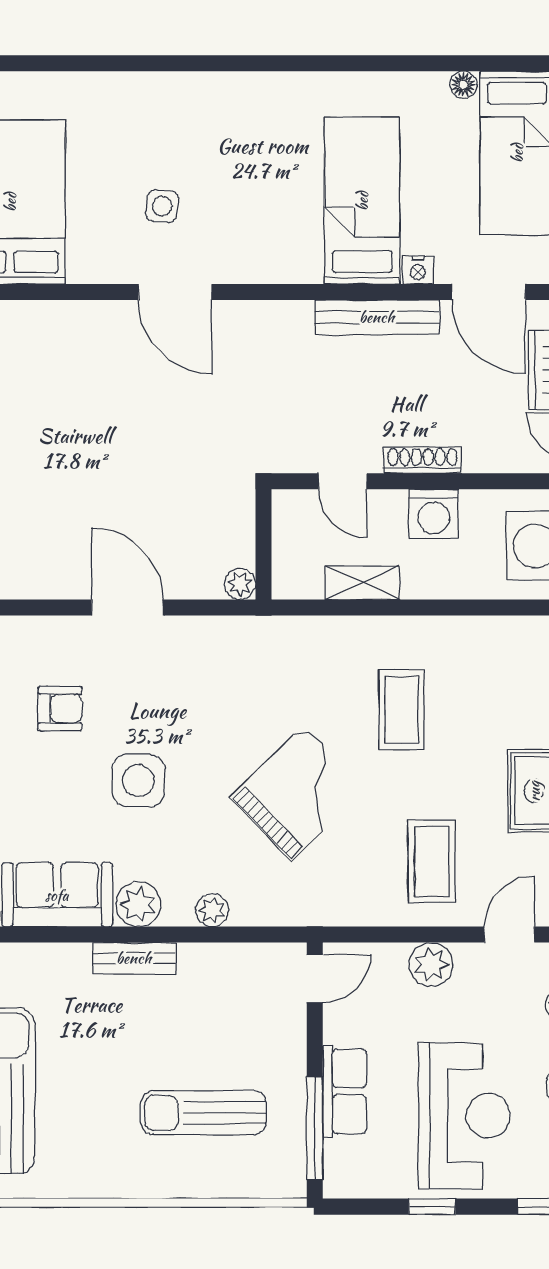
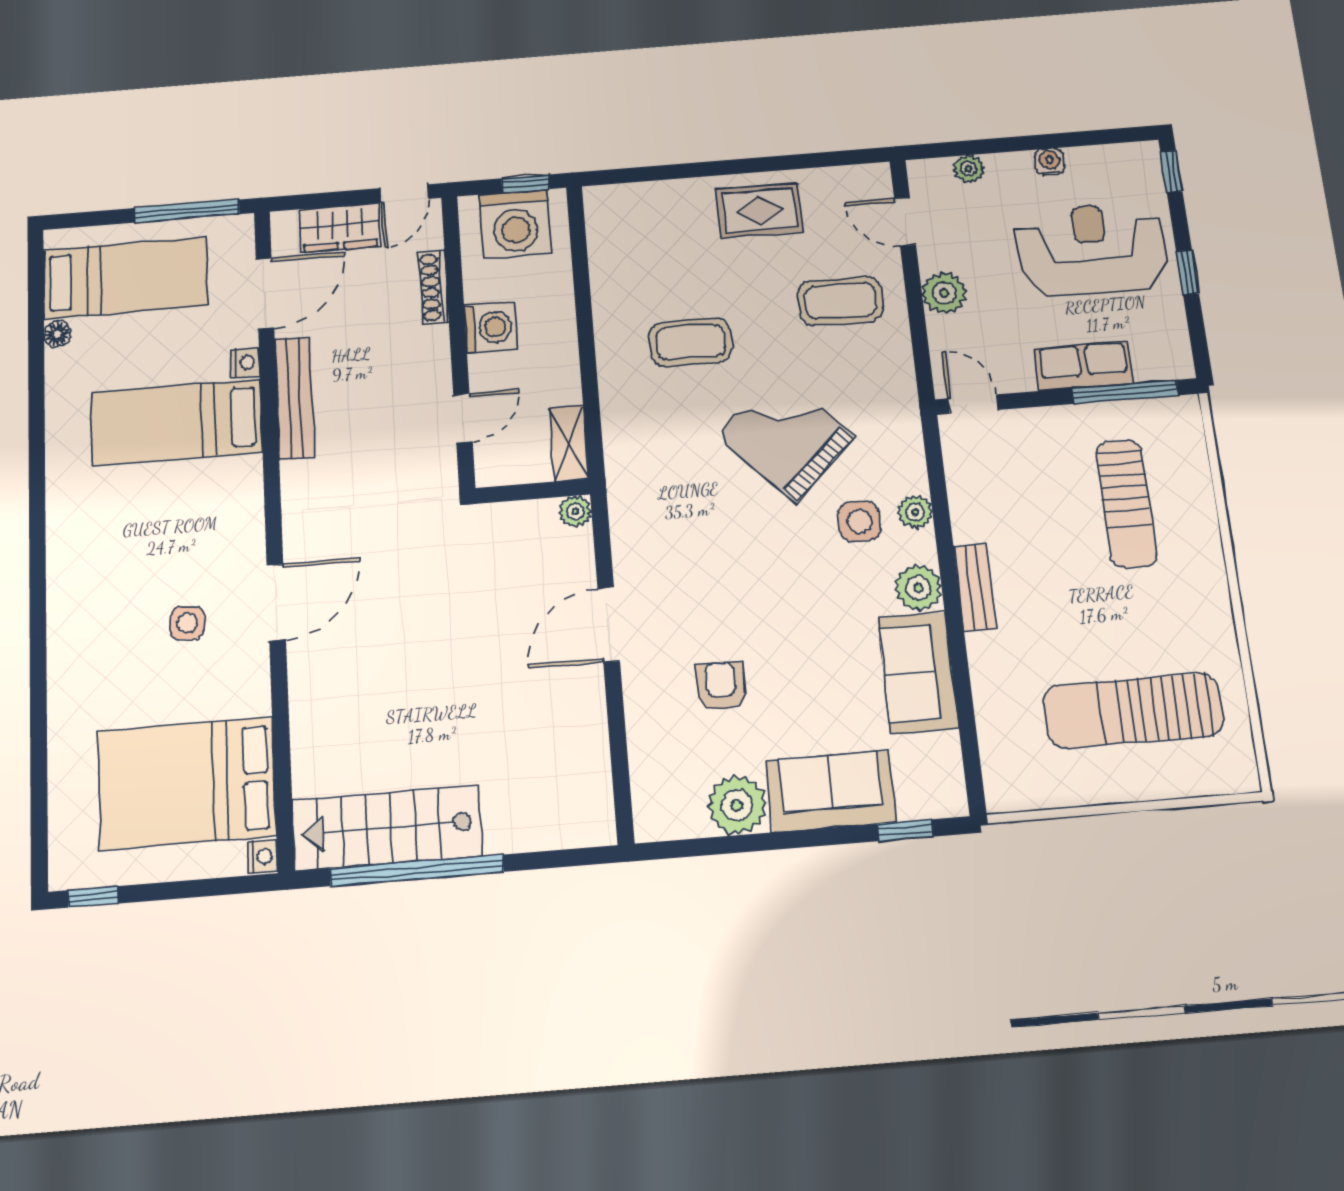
shoe rack: (422, 460) -> (434, 287), moved
shelving: (363, 583) -> (569, 443), moved
side table: (138, 781) -> (859, 521), moved, width x0.73, depth x0.73

